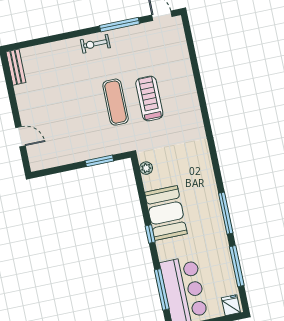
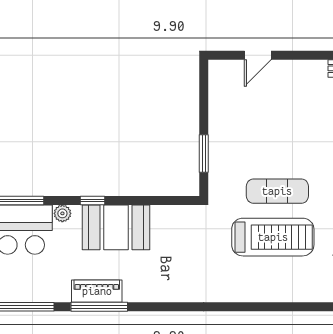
treadmill: (149, 98) -> (273, 237), width x1.37, depth x1.38
plant: (146, 168) -> (62, 213), moved
piano: (215, 217) -> (97, 291), added

